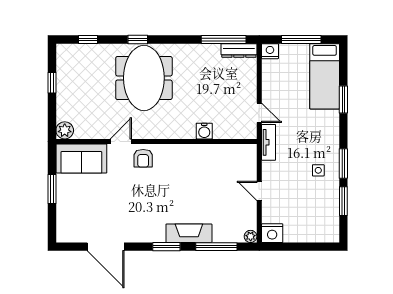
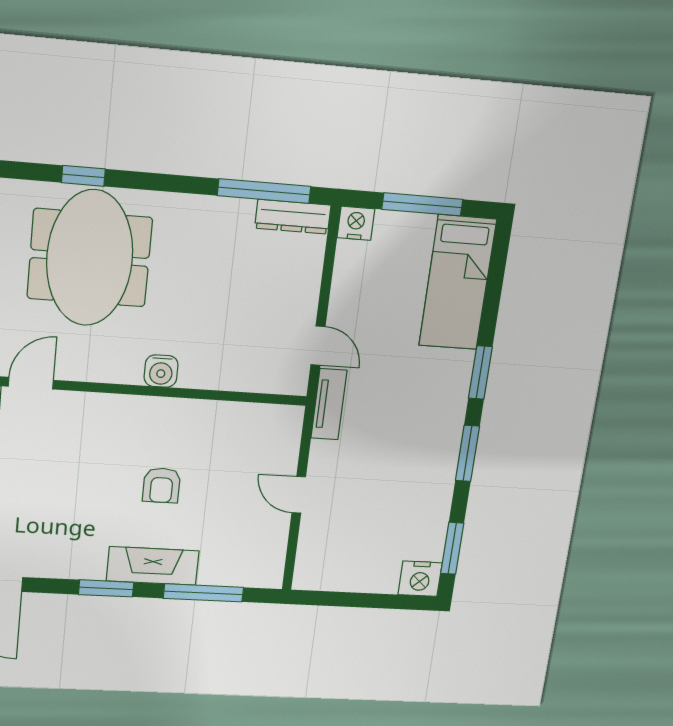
window: (343, 100) -> (480, 373), moved
water cooler: (204, 131) -> (161, 371), moved
armchair: (143, 158) -> (162, 485), moved
side table: (318, 170) -> (418, 463), removed
window: (343, 201) -> (452, 548), moved
nightstand: (272, 233) -> (420, 579), moved
plant: (251, 236) -> (271, 577), removed

